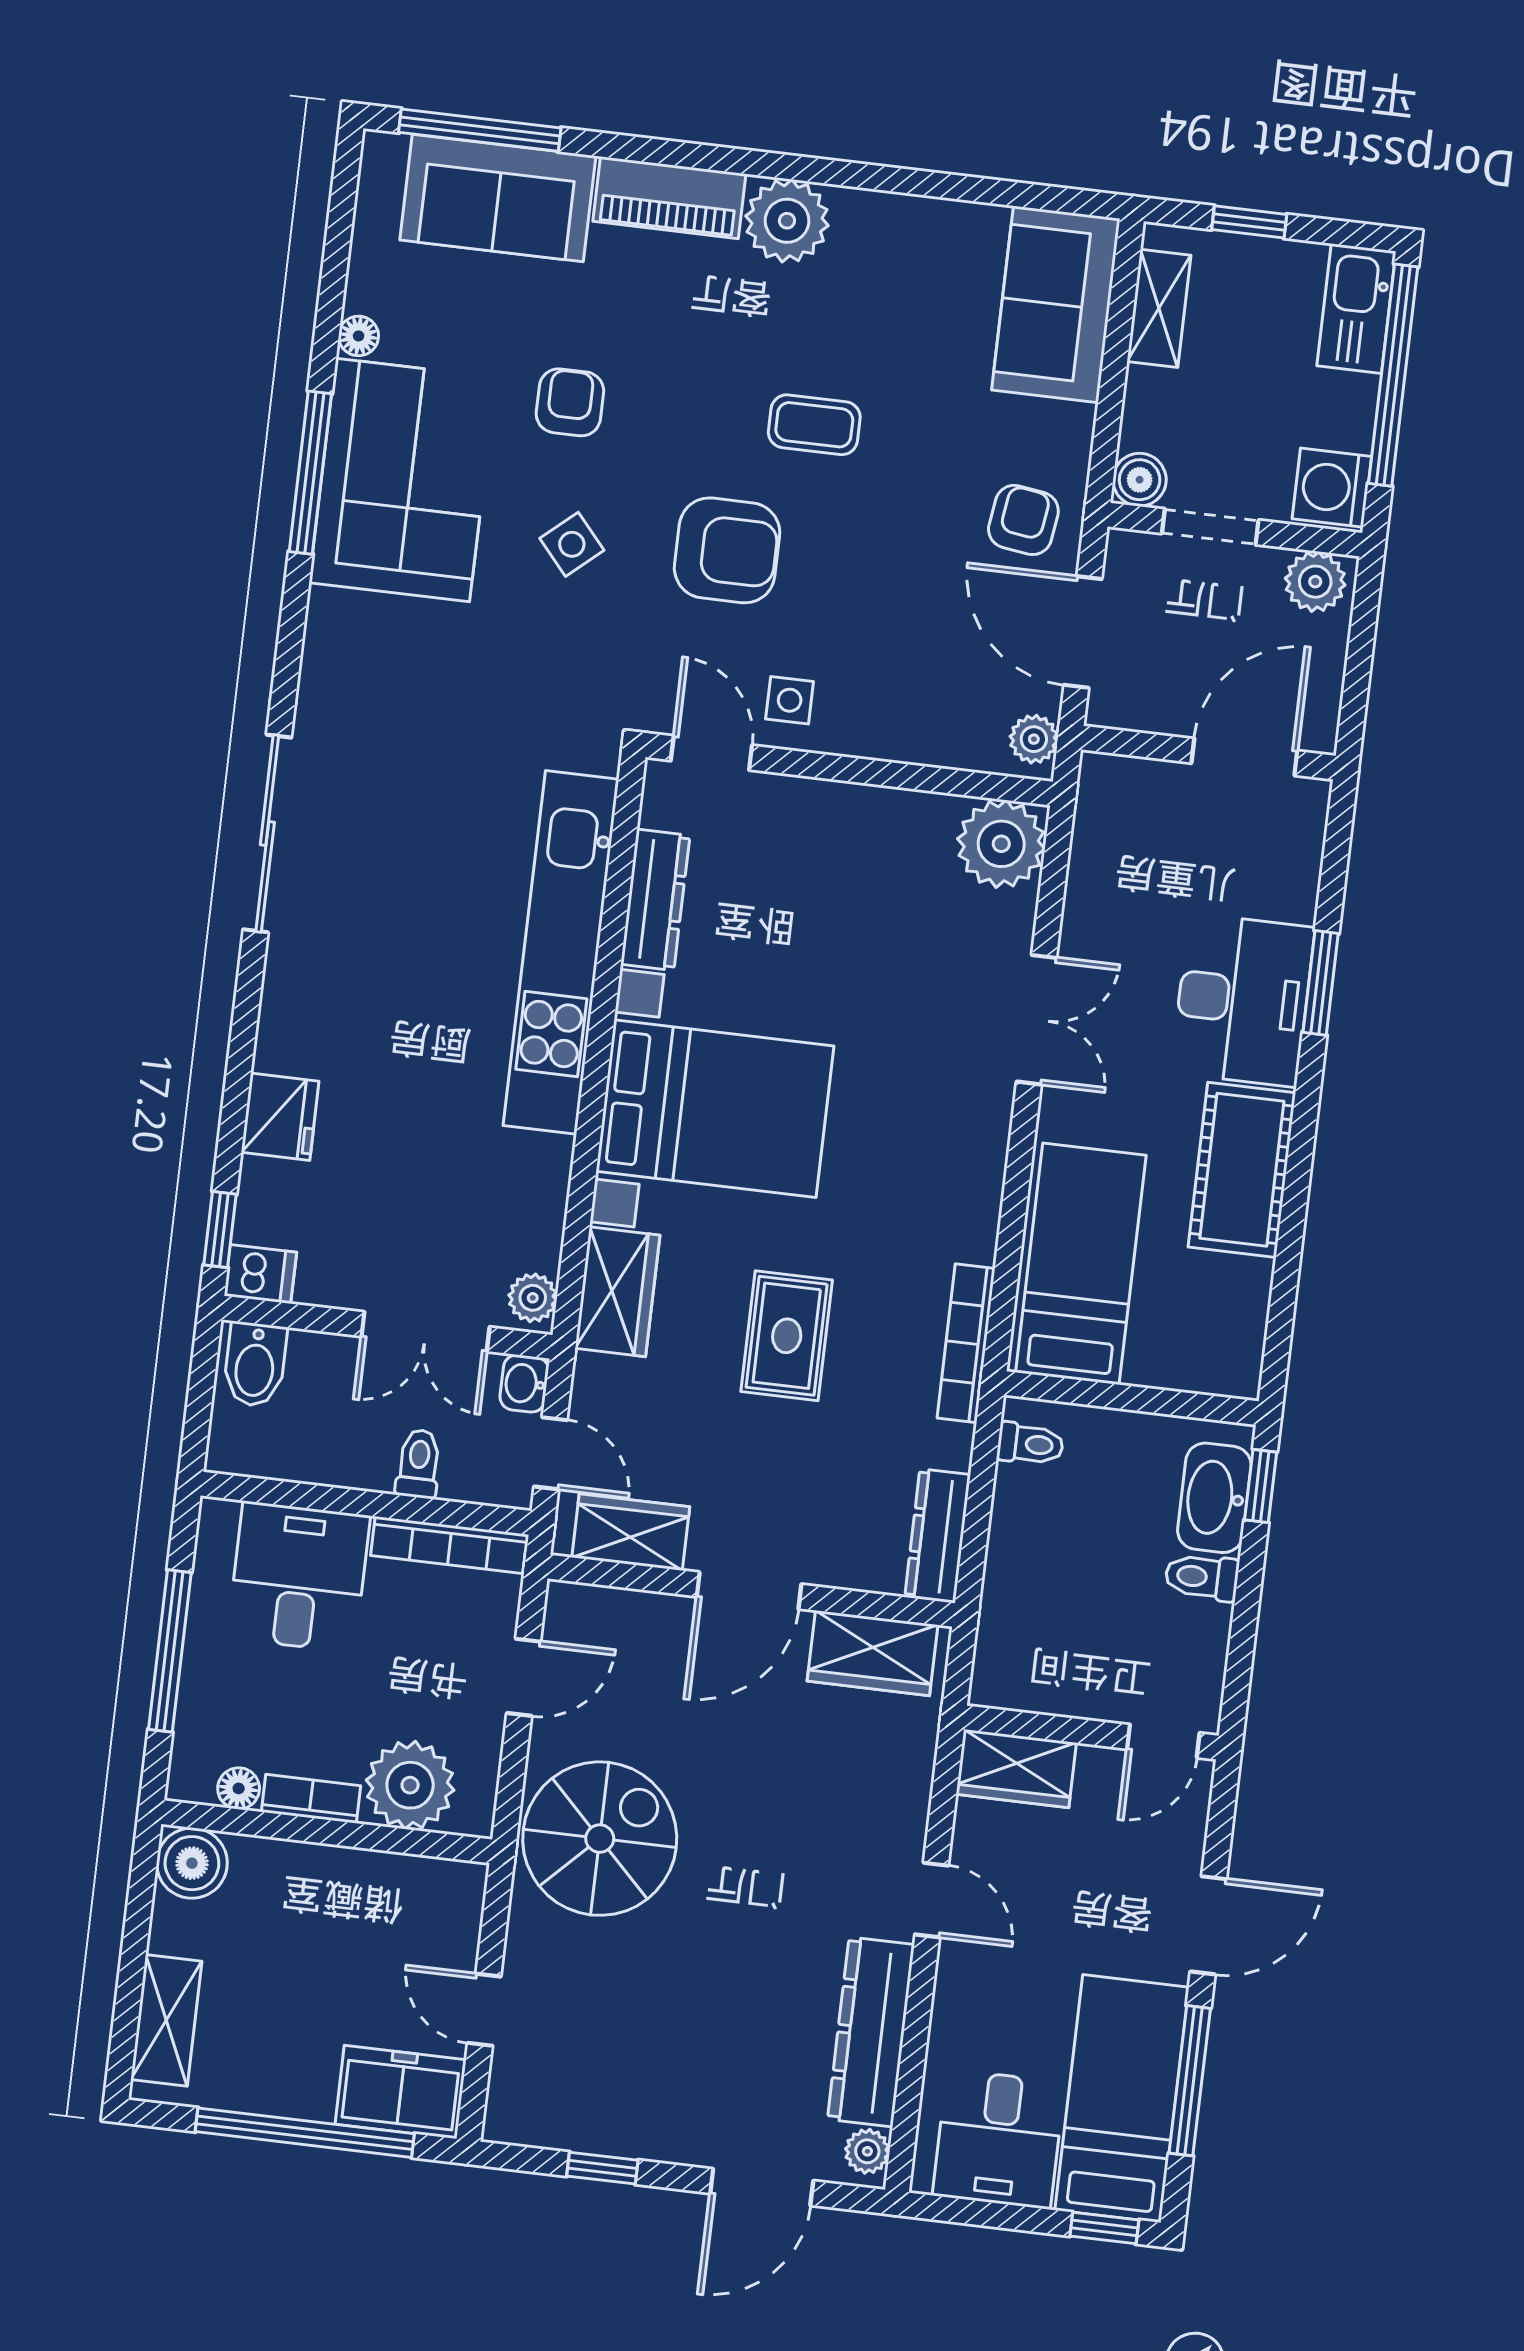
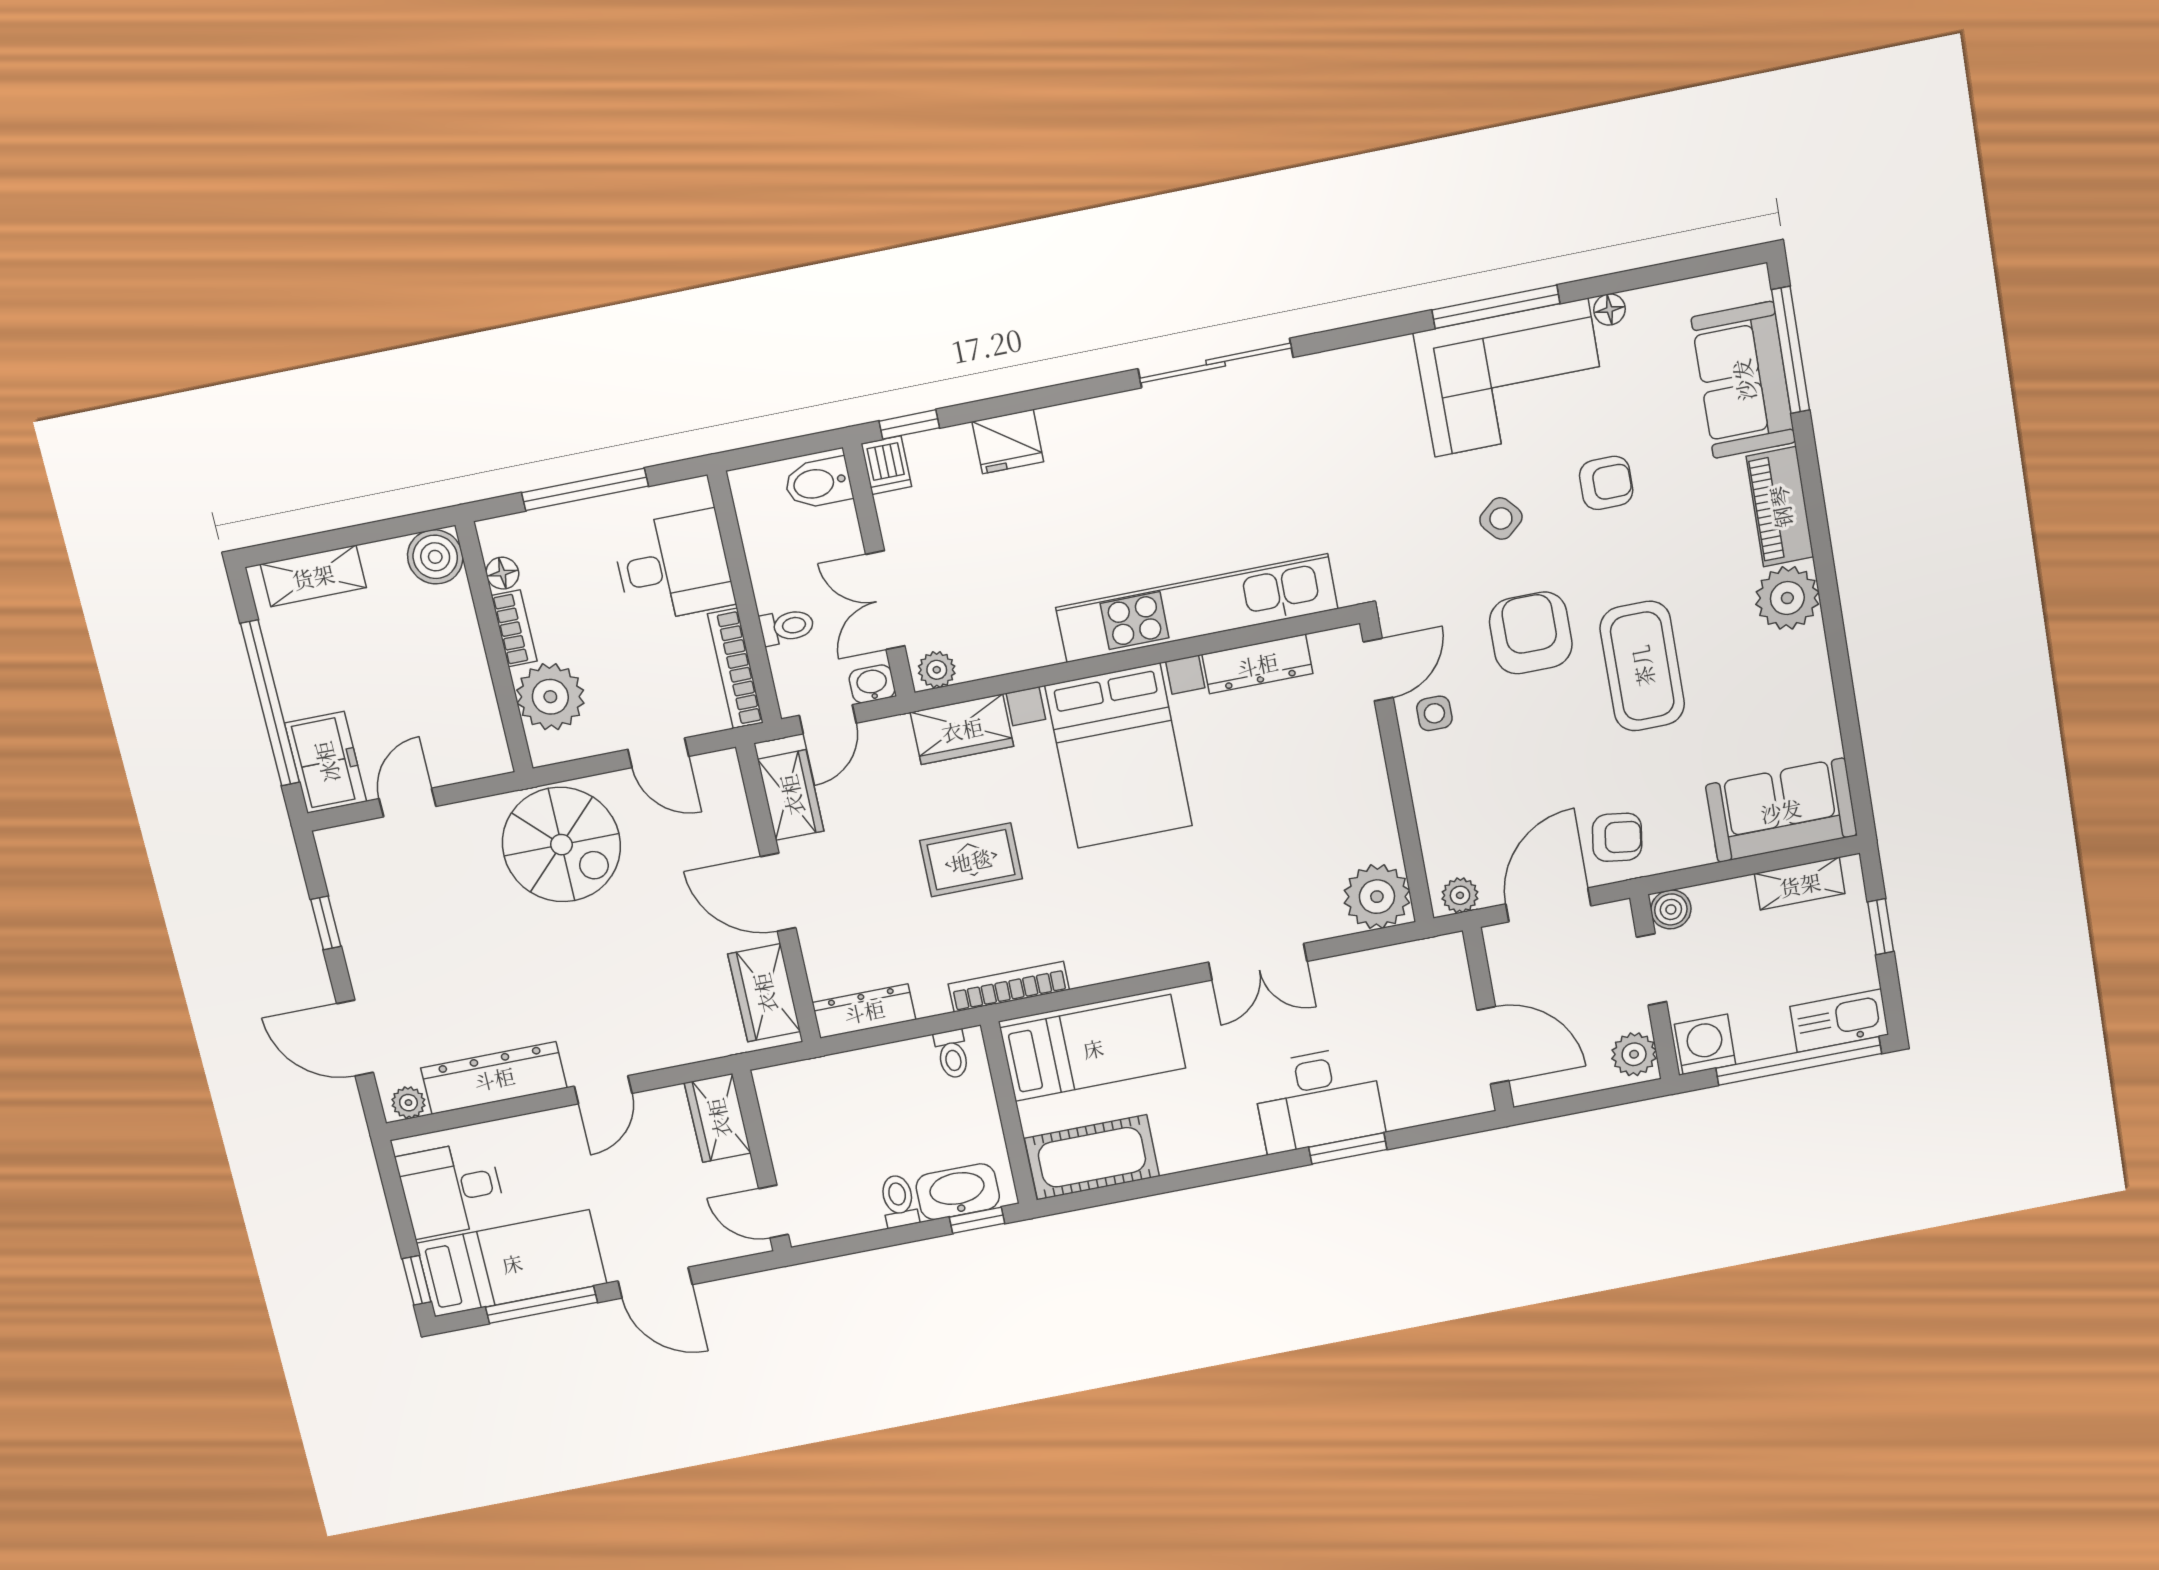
coffee table: (814, 425) -> (1642, 666), width x1.86, depth x1.72
armchair: (727, 550) -> (1531, 633), turned 180
cot: (1242, 1170) -> (1092, 1157), moved

